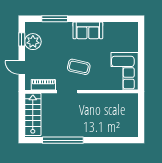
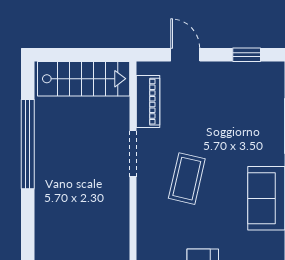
plant: (33, 42) -> (242, 79), removed
door: (22, 68) -> (185, 55), hinge flipped

